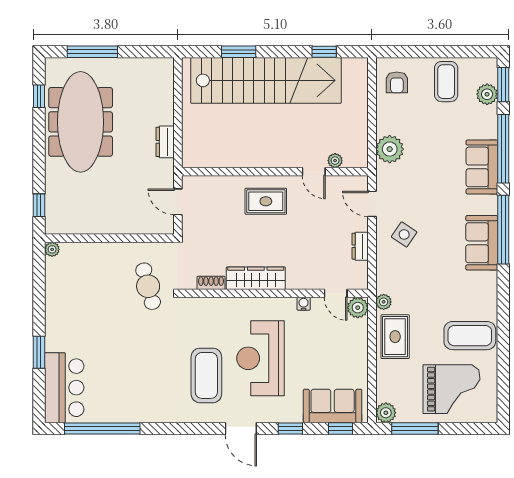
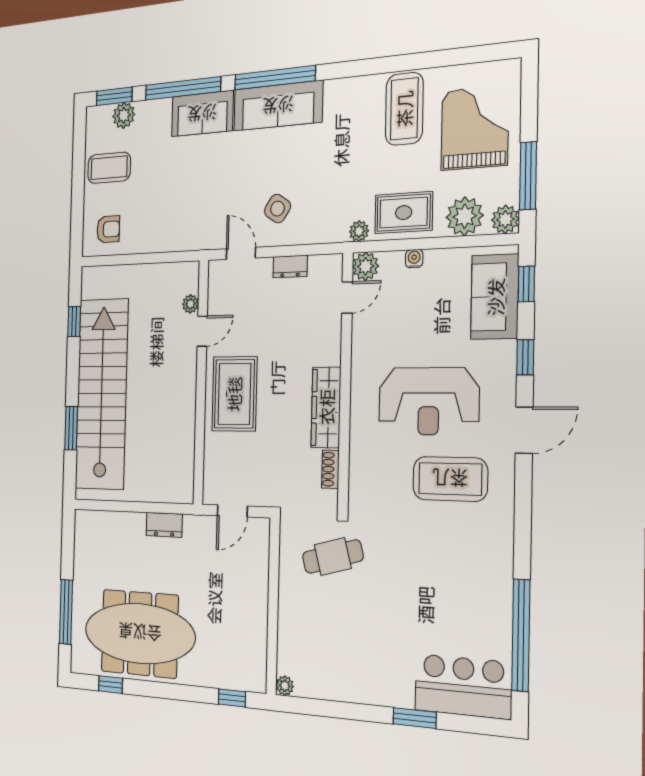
plant: (390, 149) -> (465, 216), moved
rug: (266, 201) -> (234, 394), width x1.36, depth x1.43
door: (372, 204) -> (241, 253), swing flipped
sofa: (482, 243) -> (278, 106), width x1.36
water cooler: (304, 304) -> (414, 259), moved, turned 90

